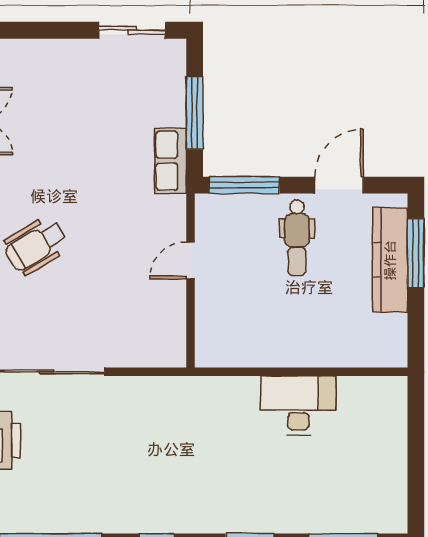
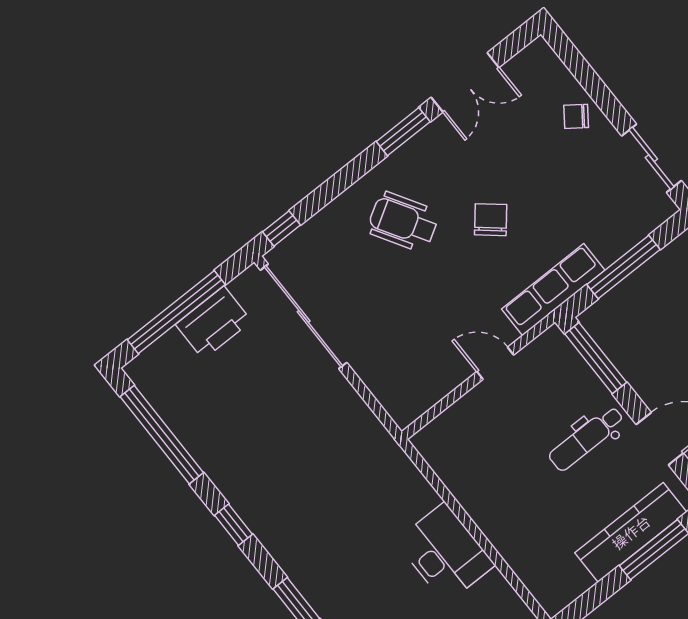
chair: (59, 61) -> (576, 116), added
row of seats: (171, 161) -> (553, 290), width x1.48
chair: (84, 181) -> (491, 220), added

